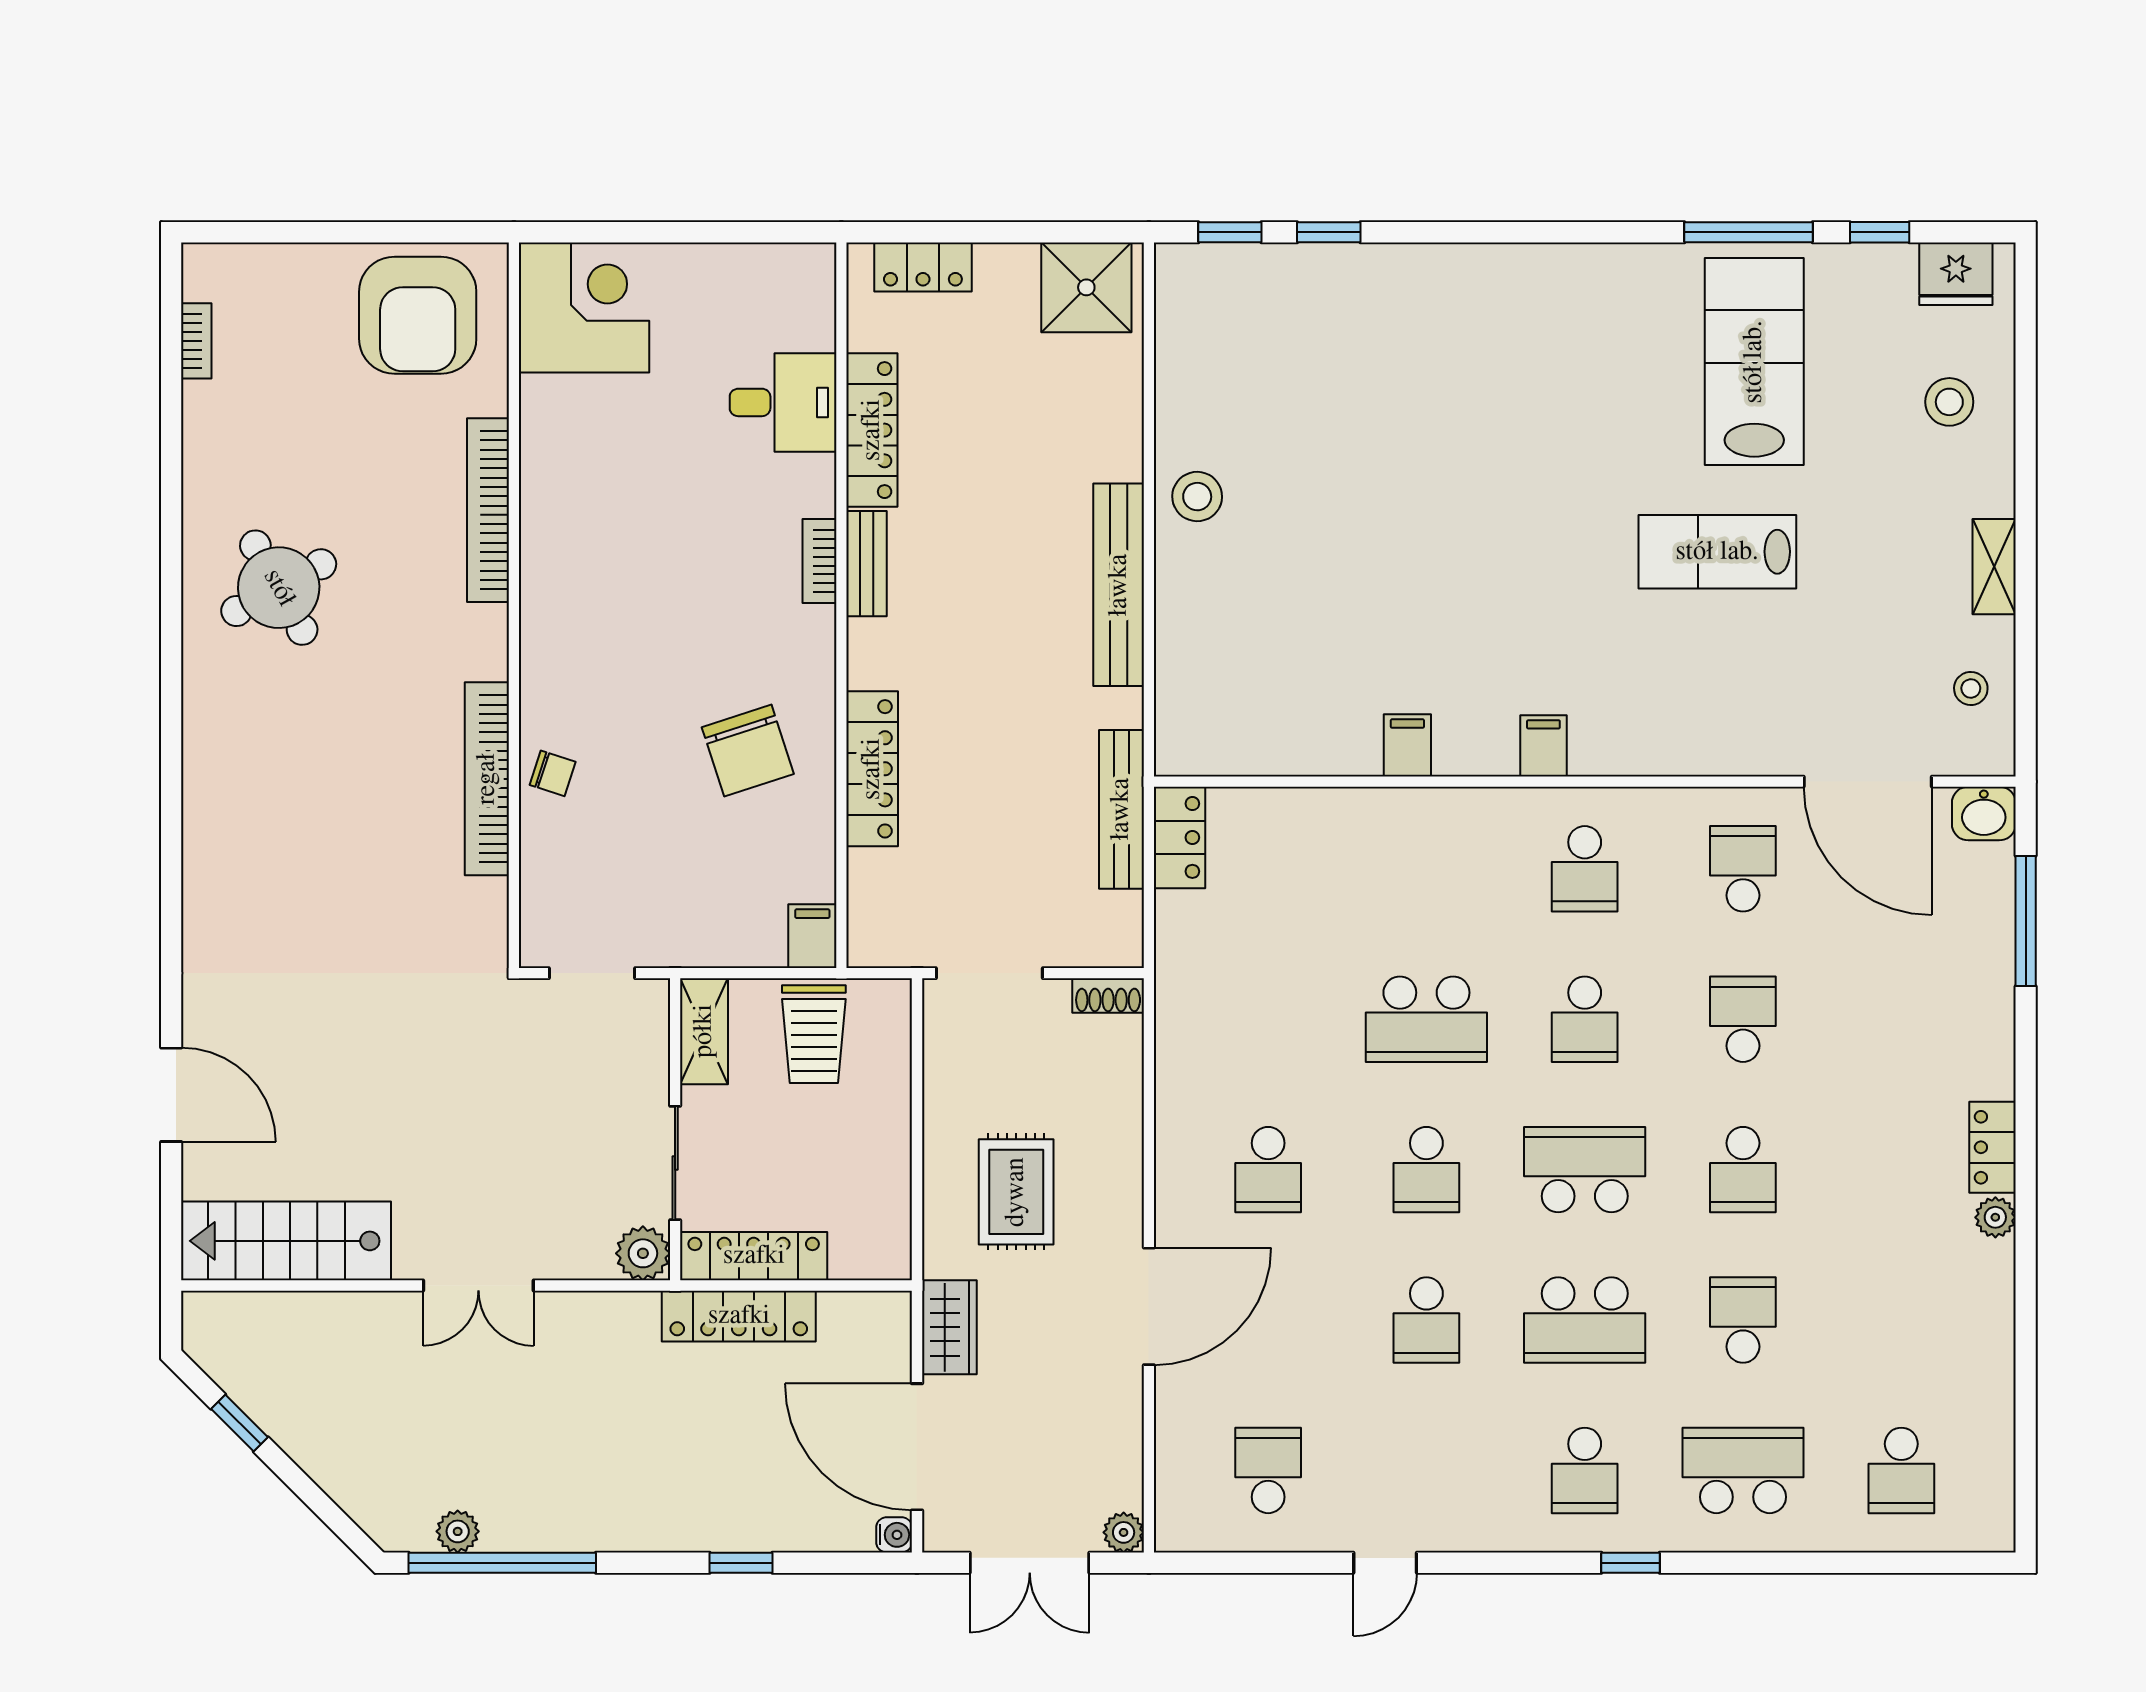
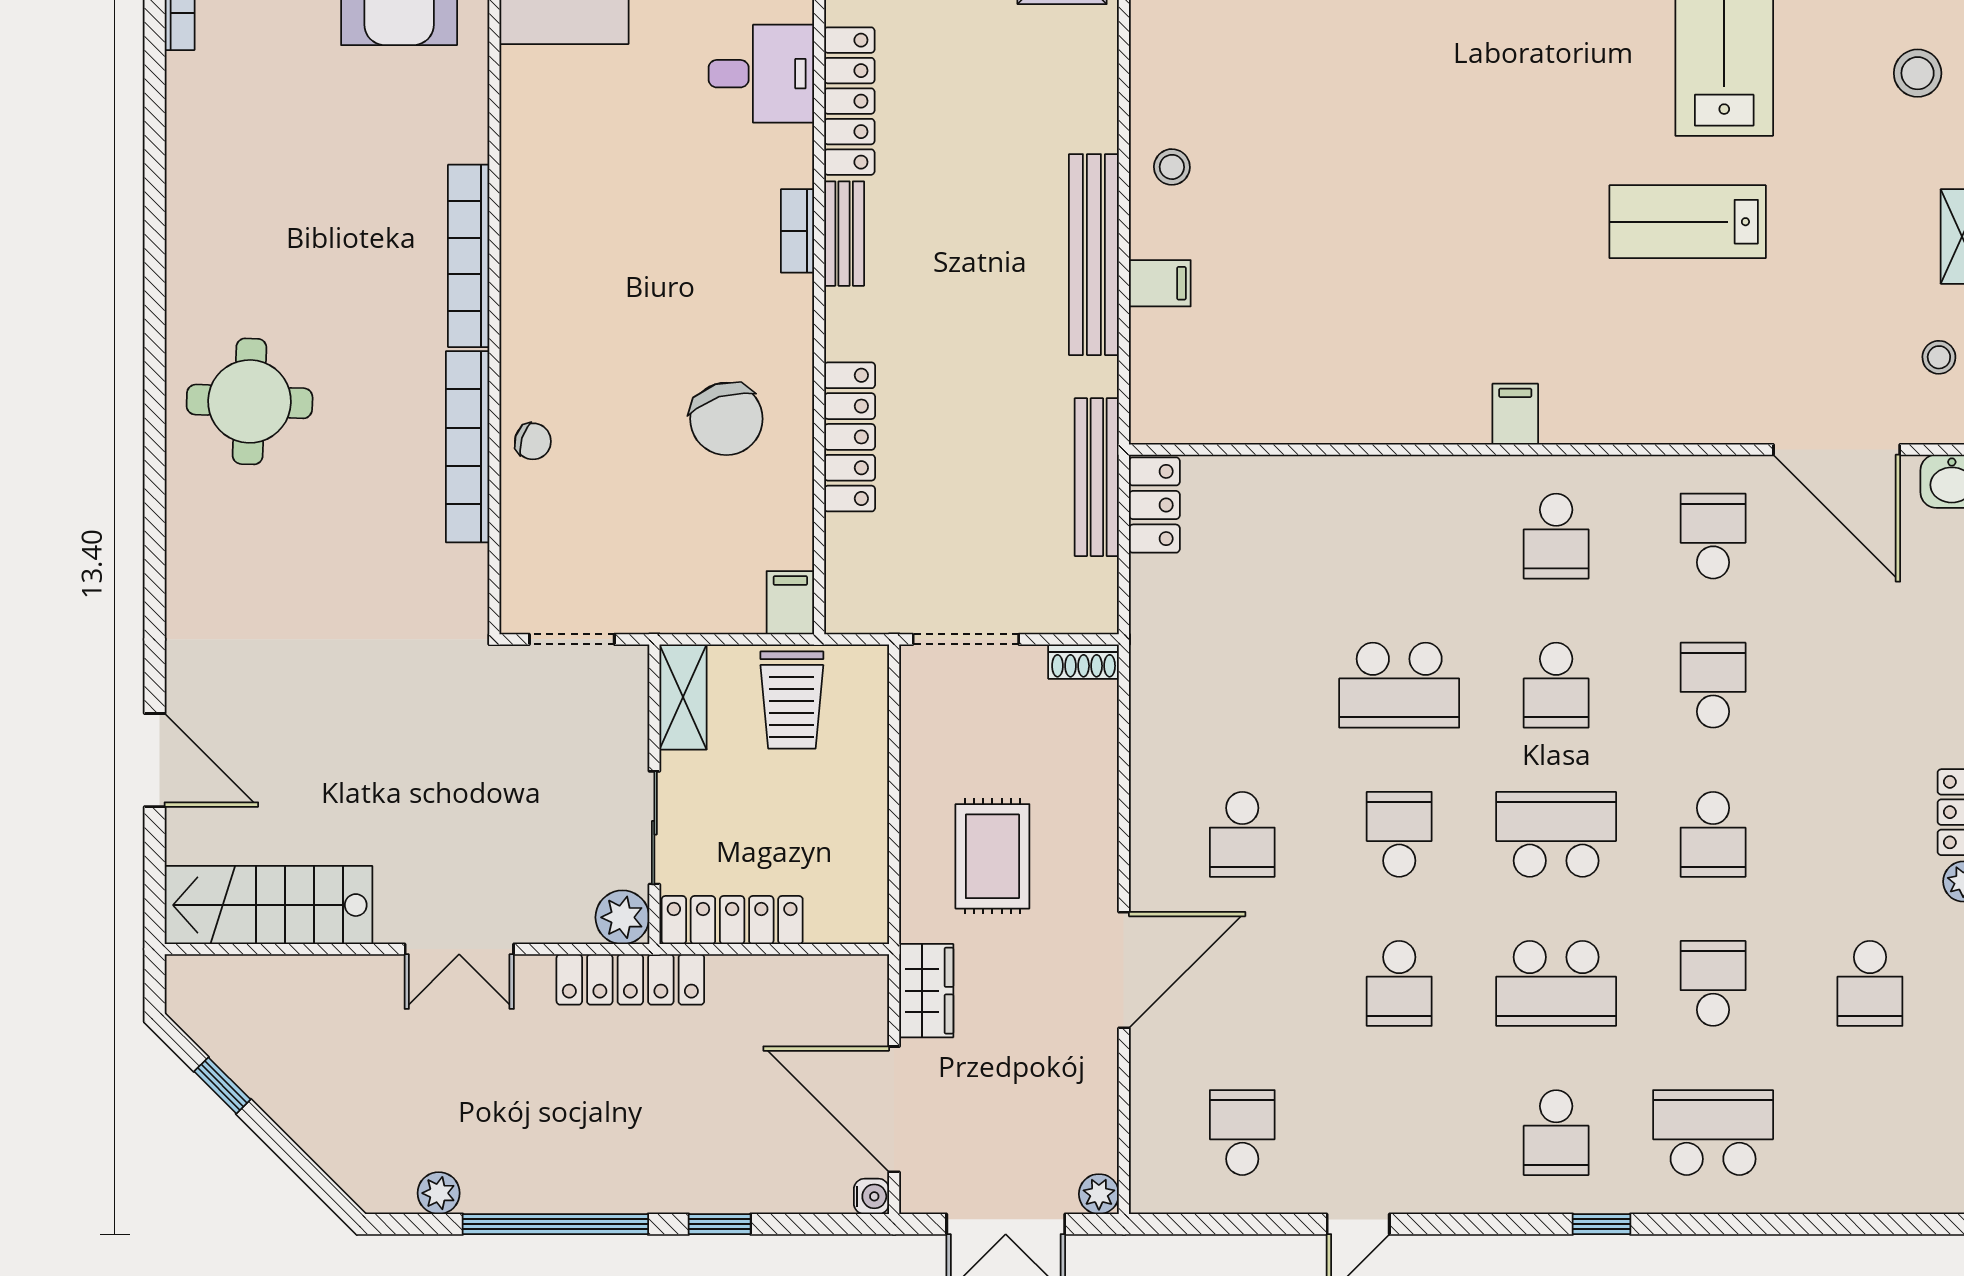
stool: (1197, 497) -> (1172, 167), width x0.73, depth x0.73
bookcase: (488, 510) -> (469, 256), moved
round table: (279, 588) -> (250, 401), moved, turned 31
filing cabinet: (1407, 745) -> (1160, 283), moved, turned 90
school desk: (1426, 1170) -> (1399, 834), turned 180
locker: (739, 1316) -> (630, 979), moved
school desk: (1901, 1470) -> (1870, 983), moved
window: (502, 1563) -> (555, 1224), moved

